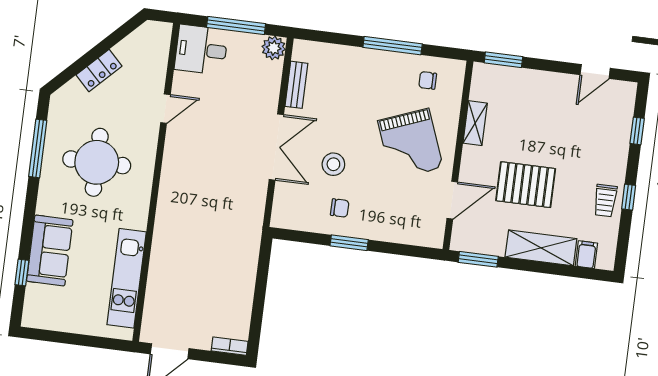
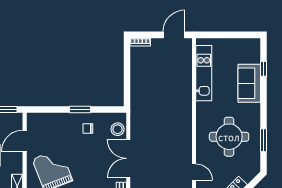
door: (165, 109) -> (194, 172), swing flipped
window: (38, 148) -> (263, 140), width x0.69
stool: (333, 164) -> (118, 129), moved

